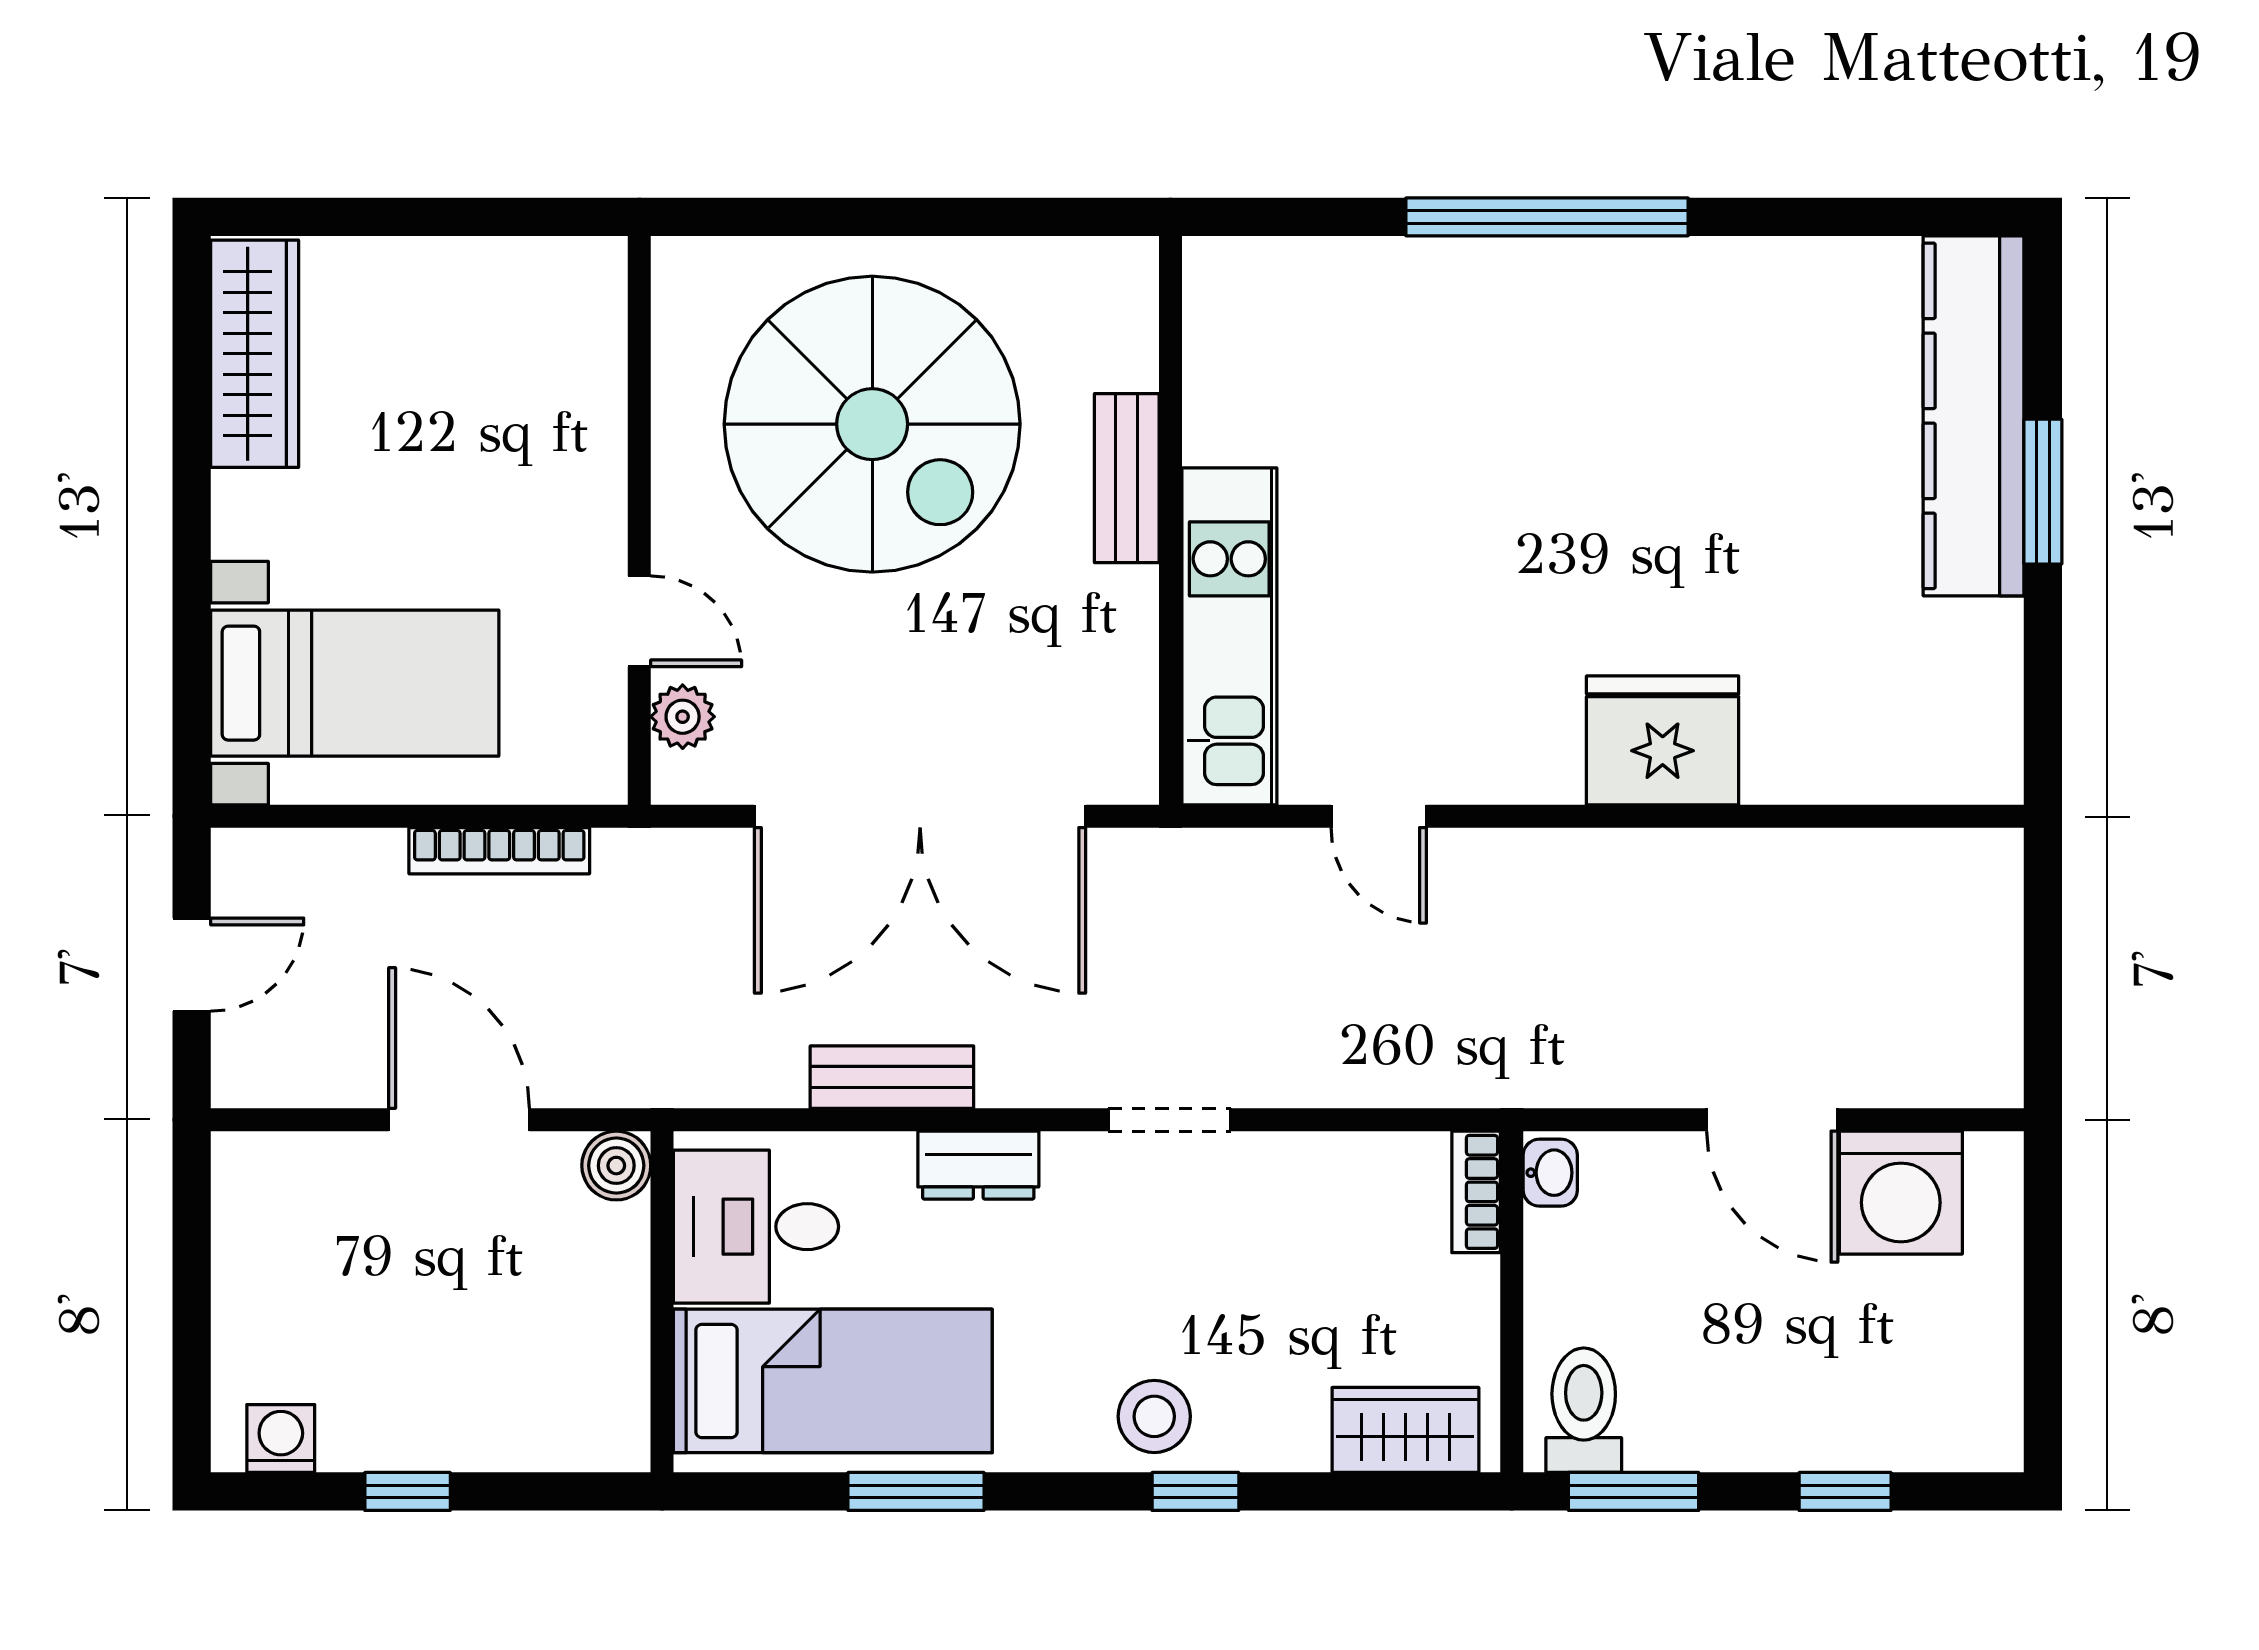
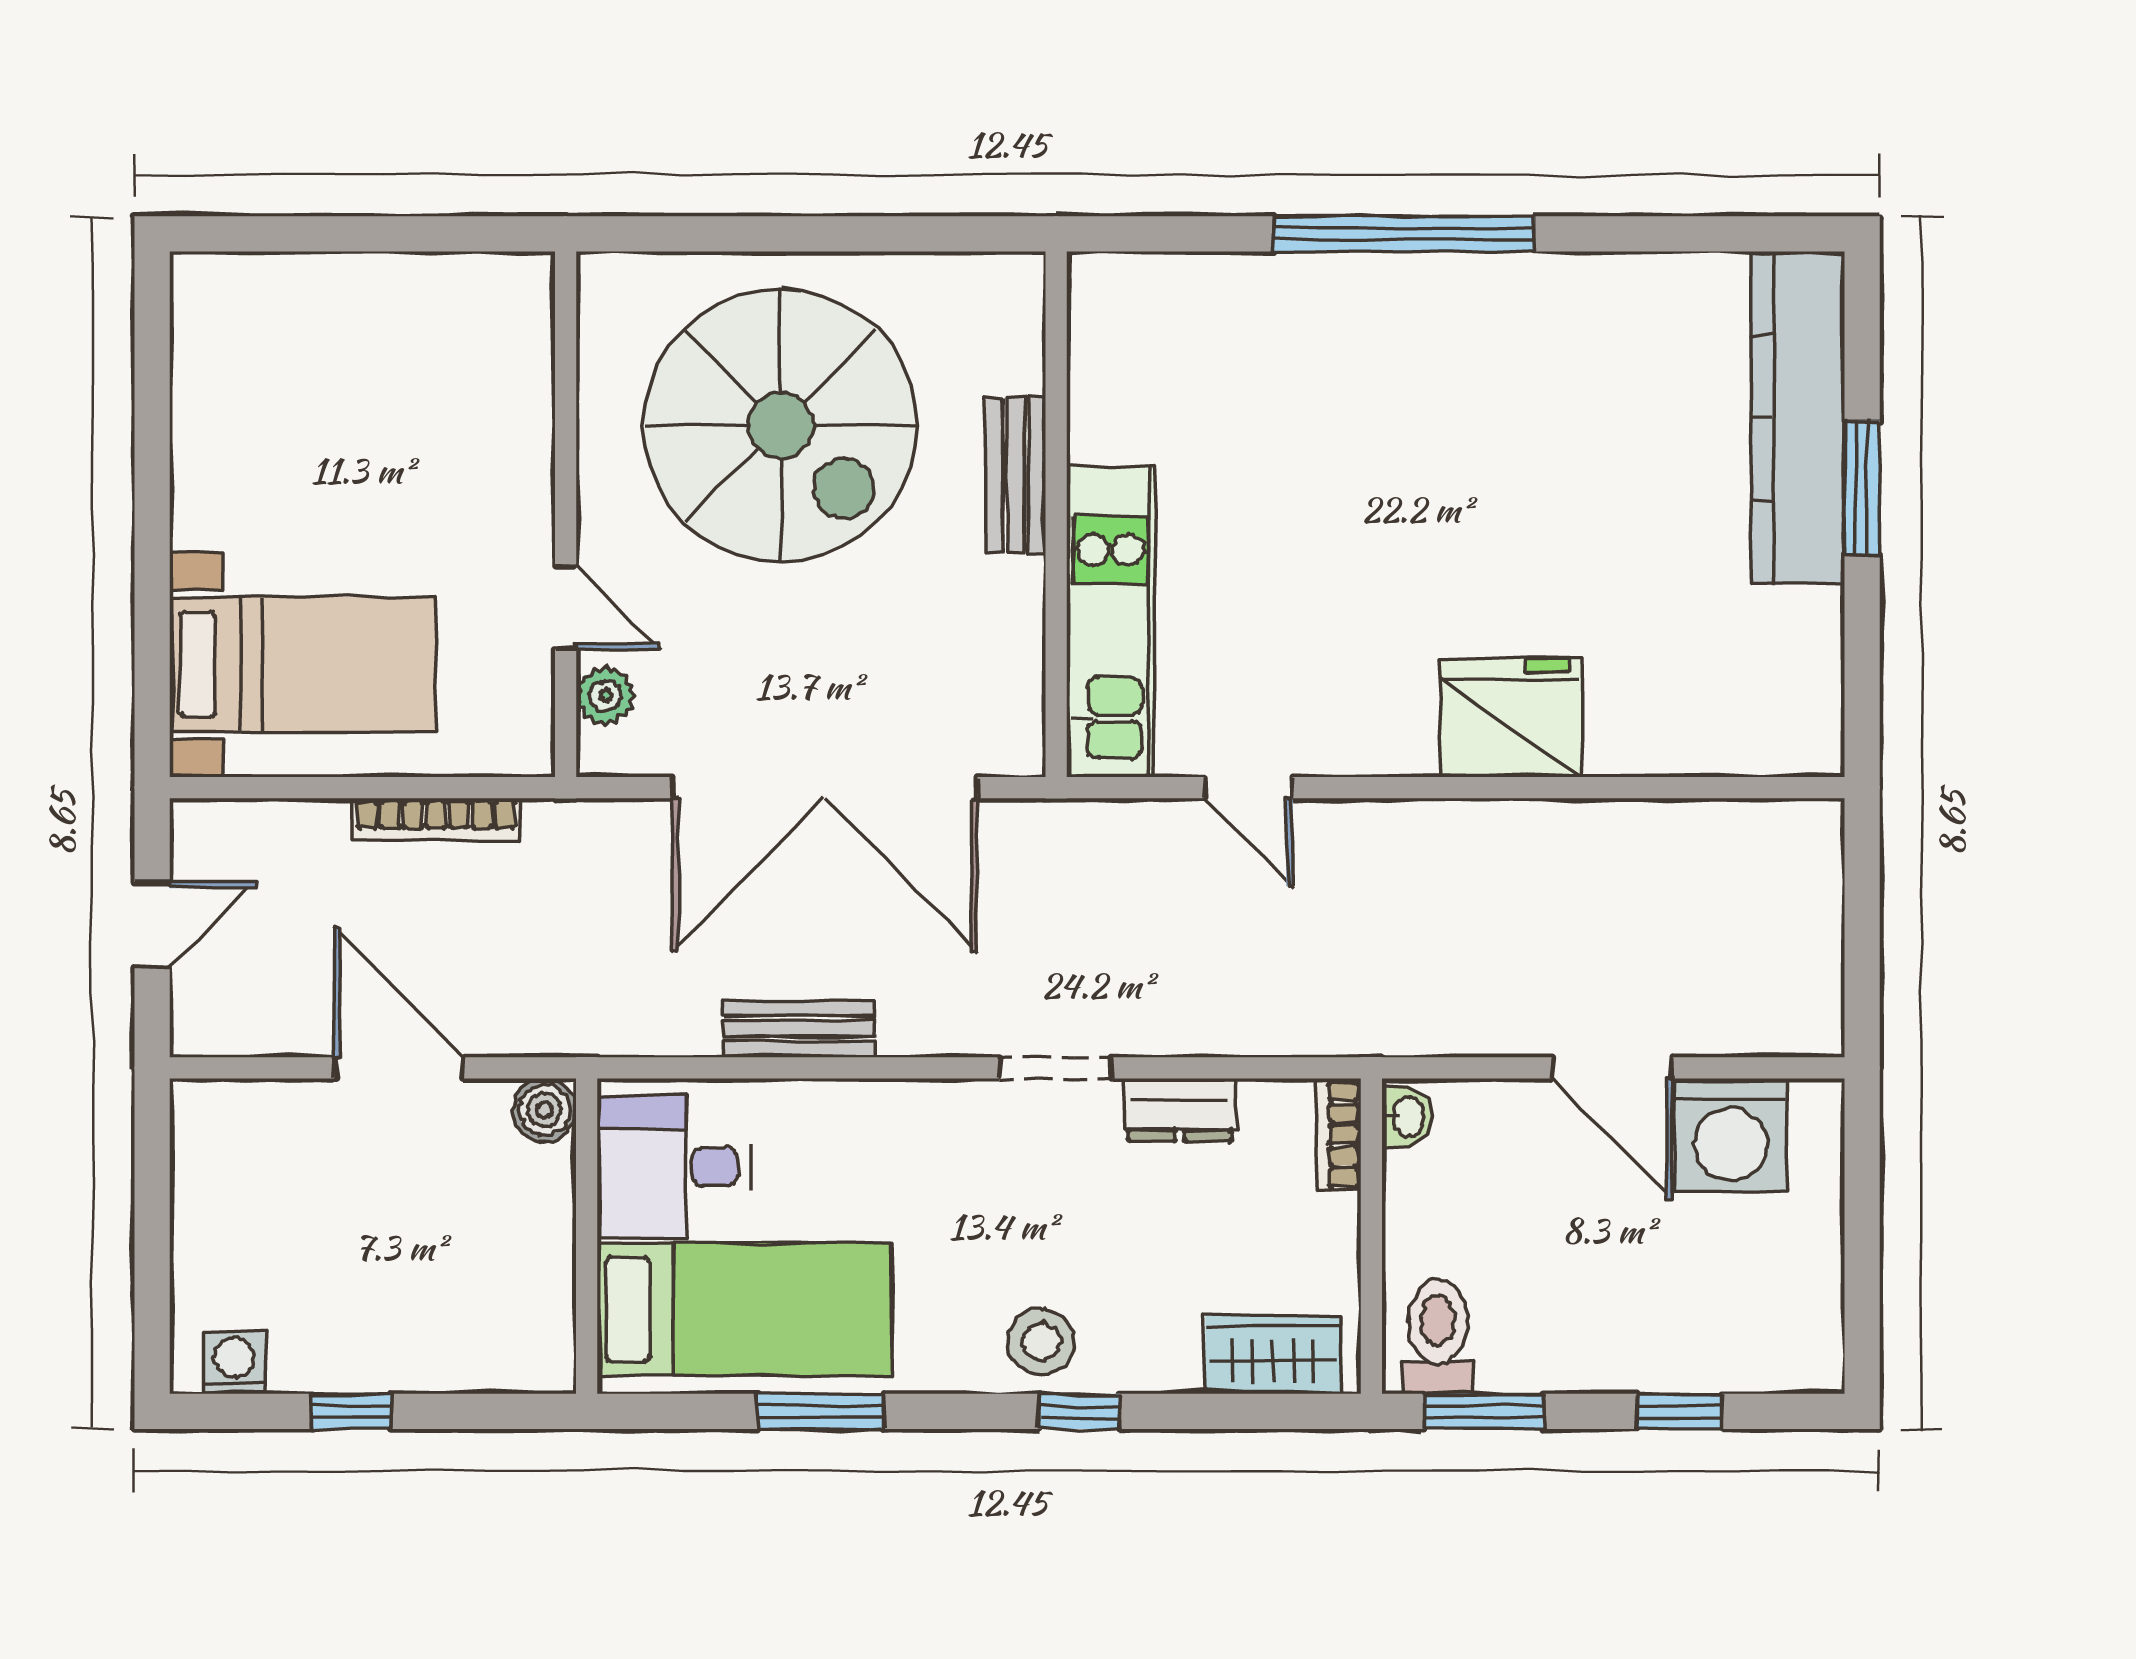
wardrobe: (255, 354) -> (210, 360), removed
dresser: (978, 1165) -> (1180, 1110), moved

